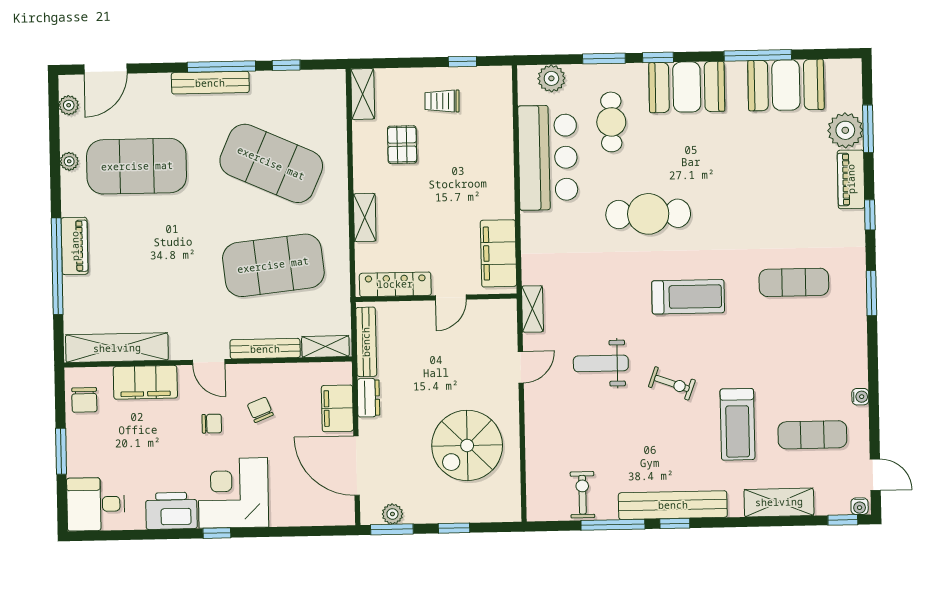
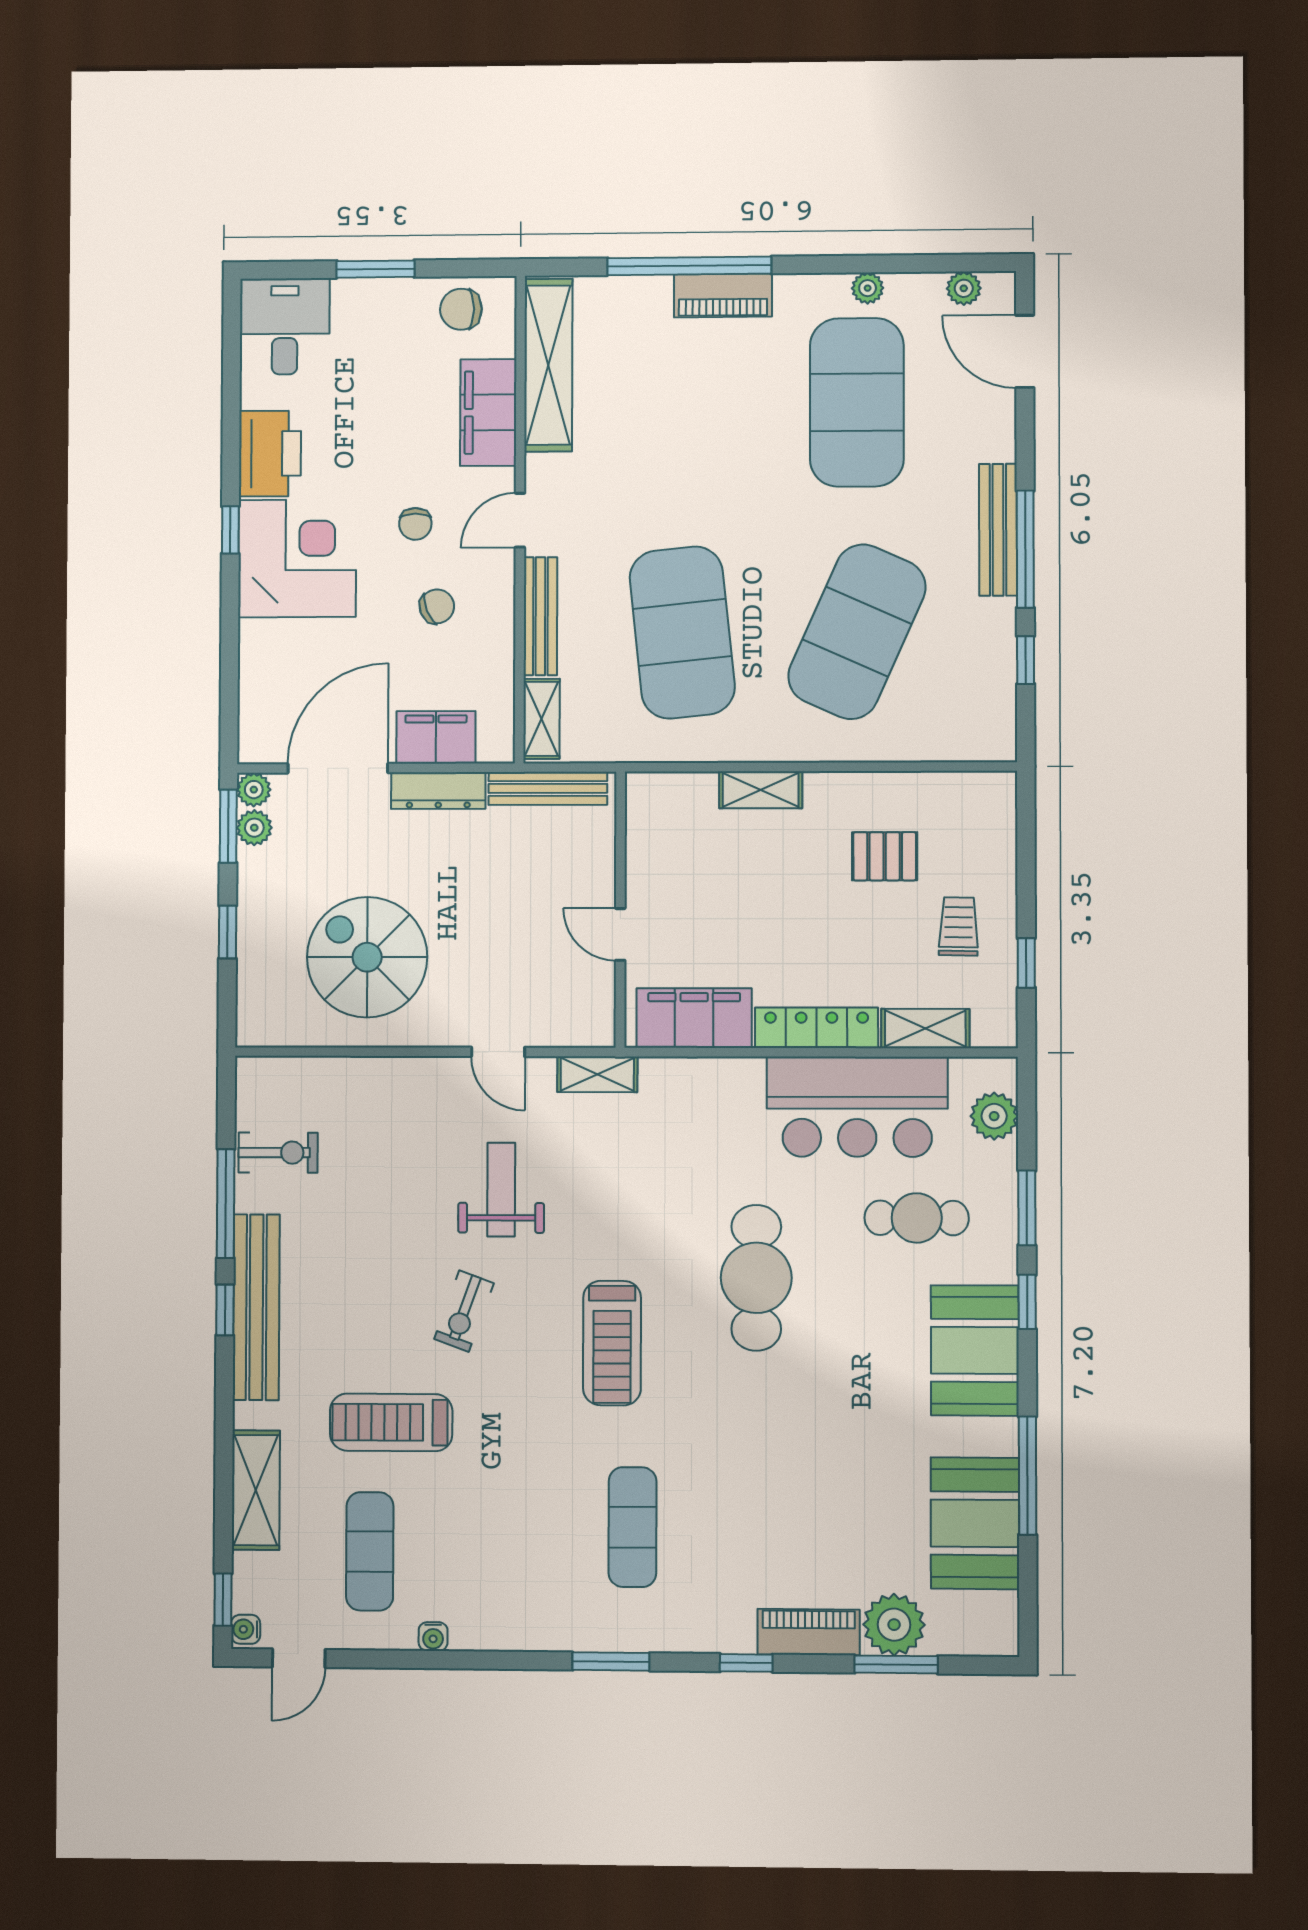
shelving: (363, 94) -> (925, 1028), moved
locker: (395, 284) -> (817, 1028), moved, turned -90
dresser: (368, 398) -> (438, 791), width x1.44
plant: (370, 515) -> (254, 790), added

